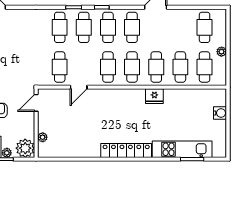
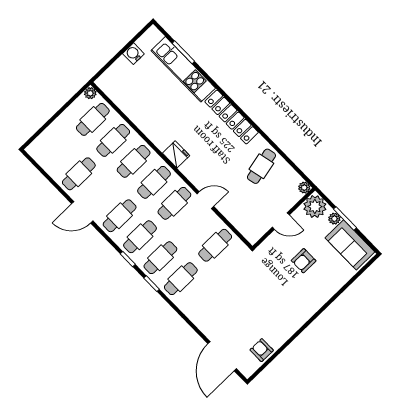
cafe table: (205, 27) -> (79, 174), moved
plant: (221, 52) -> (90, 93), moved
door: (79, 87) -> (205, 200), moved
fridge: (154, 96) -> (176, 154), moved
door: (36, 103) -> (281, 221), moved
water cooler: (220, 113) -> (133, 54), moved
plant: (43, 137) -> (304, 188), moved
cafe table: (80, 140) -> (261, 166), added

